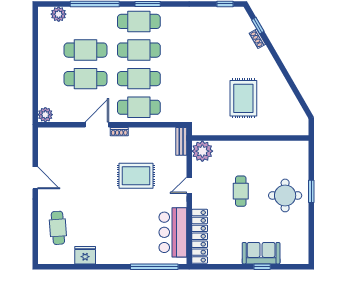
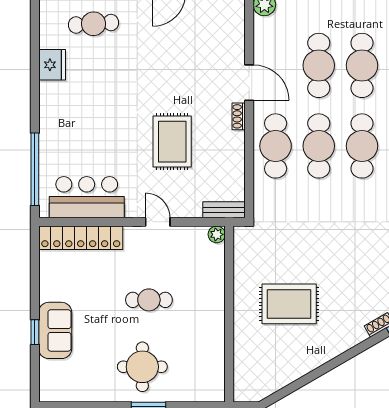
plant: (202, 151) -> (217, 234), width x0.53, depth x0.53

